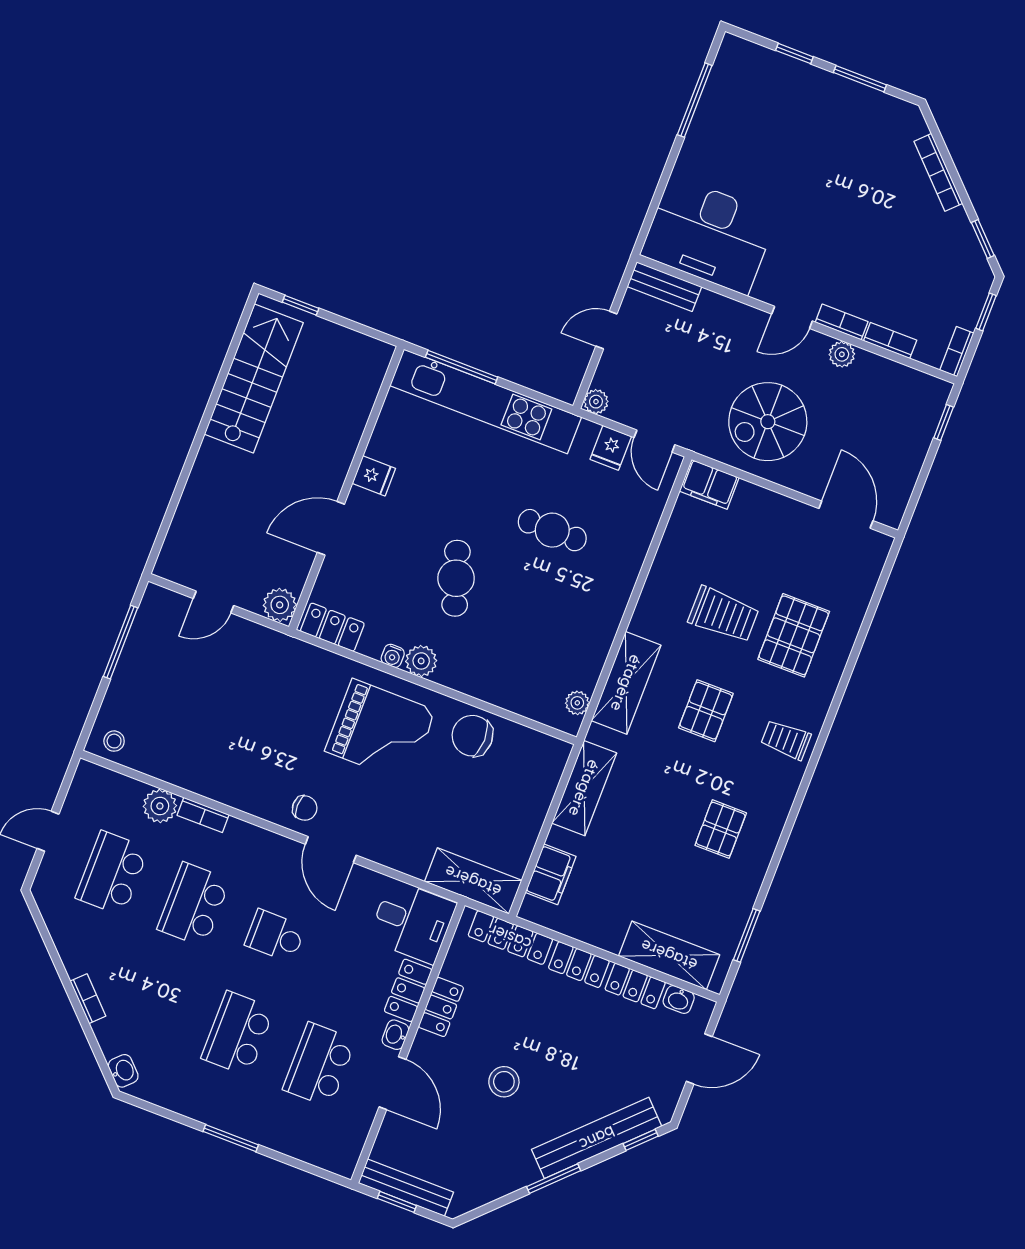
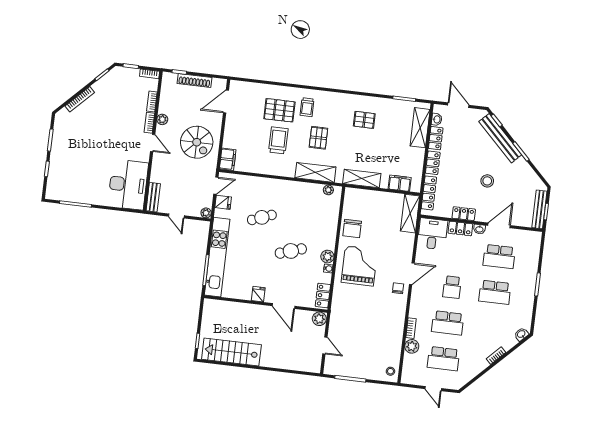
shoe rack: (914, 453) -> (194, 80), added
cafe table: (552, 530) -> (262, 217), turned 69
pallet: (706, 711) -> (318, 138), turned 90
trolley: (786, 740) -> (307, 107), moved

